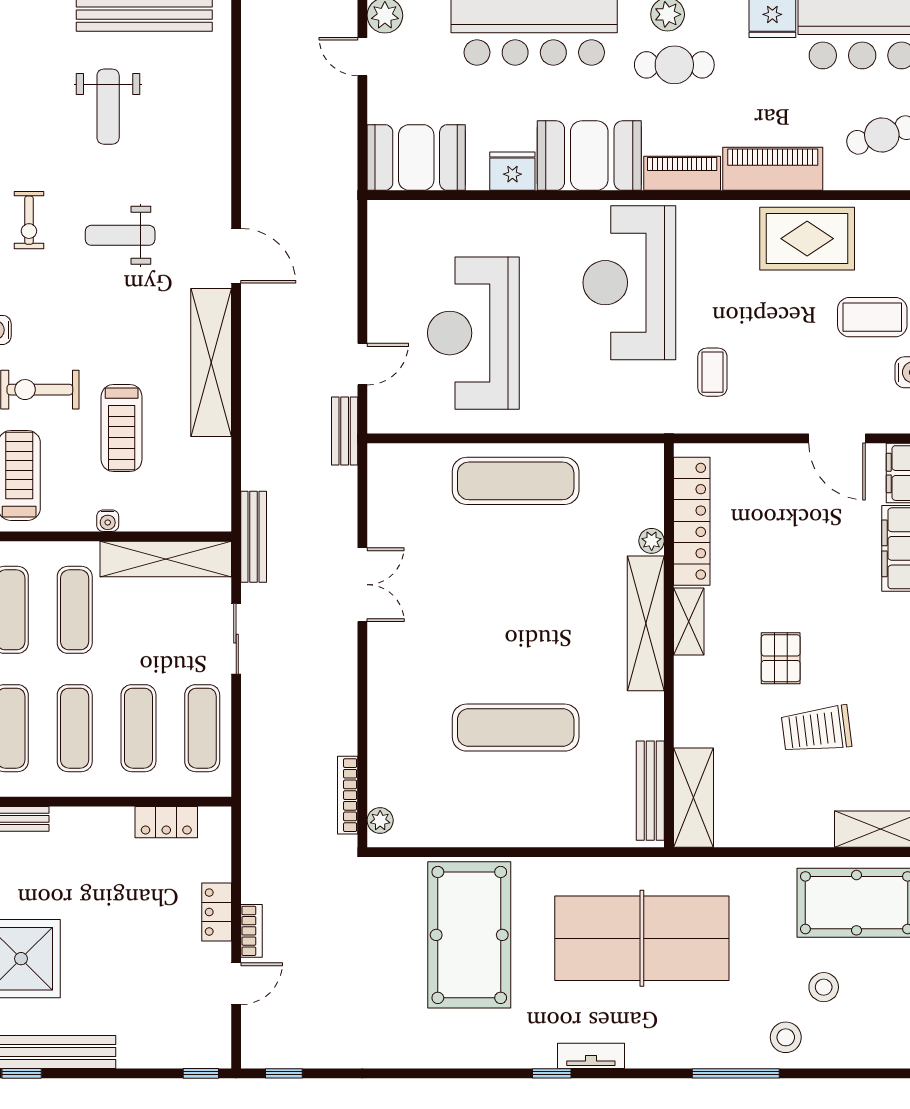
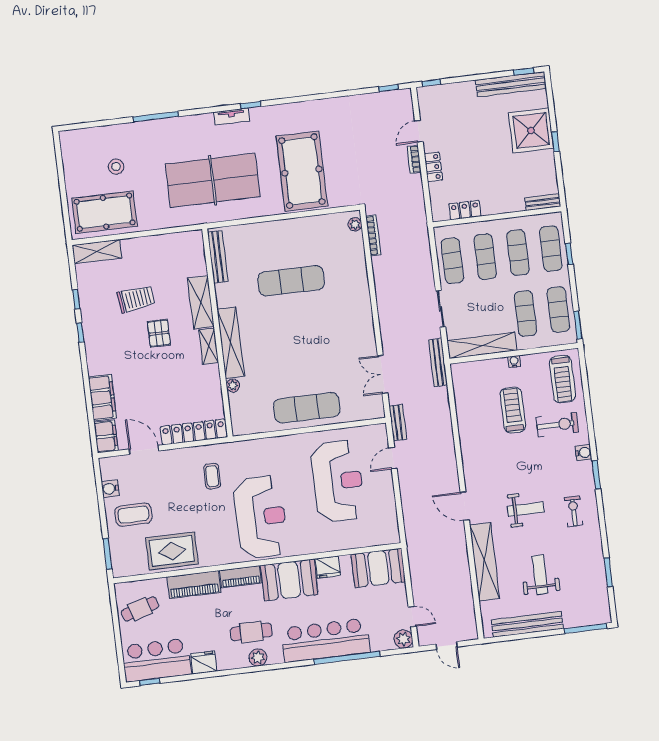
shelving: (211, 363) -> (485, 562), moved
locker: (692, 521) -> (194, 432), moved, turned 90
double door: (362, 585) -> (383, 374), moved
shelving: (694, 798) -> (201, 302), moved
stool: (786, 1037) -> (132, 138), removed

